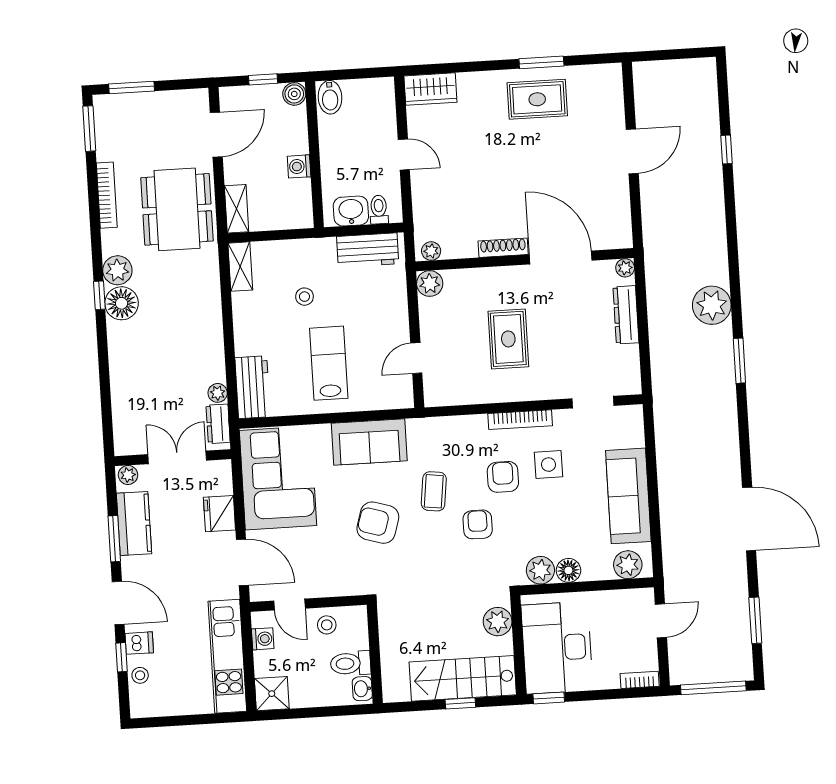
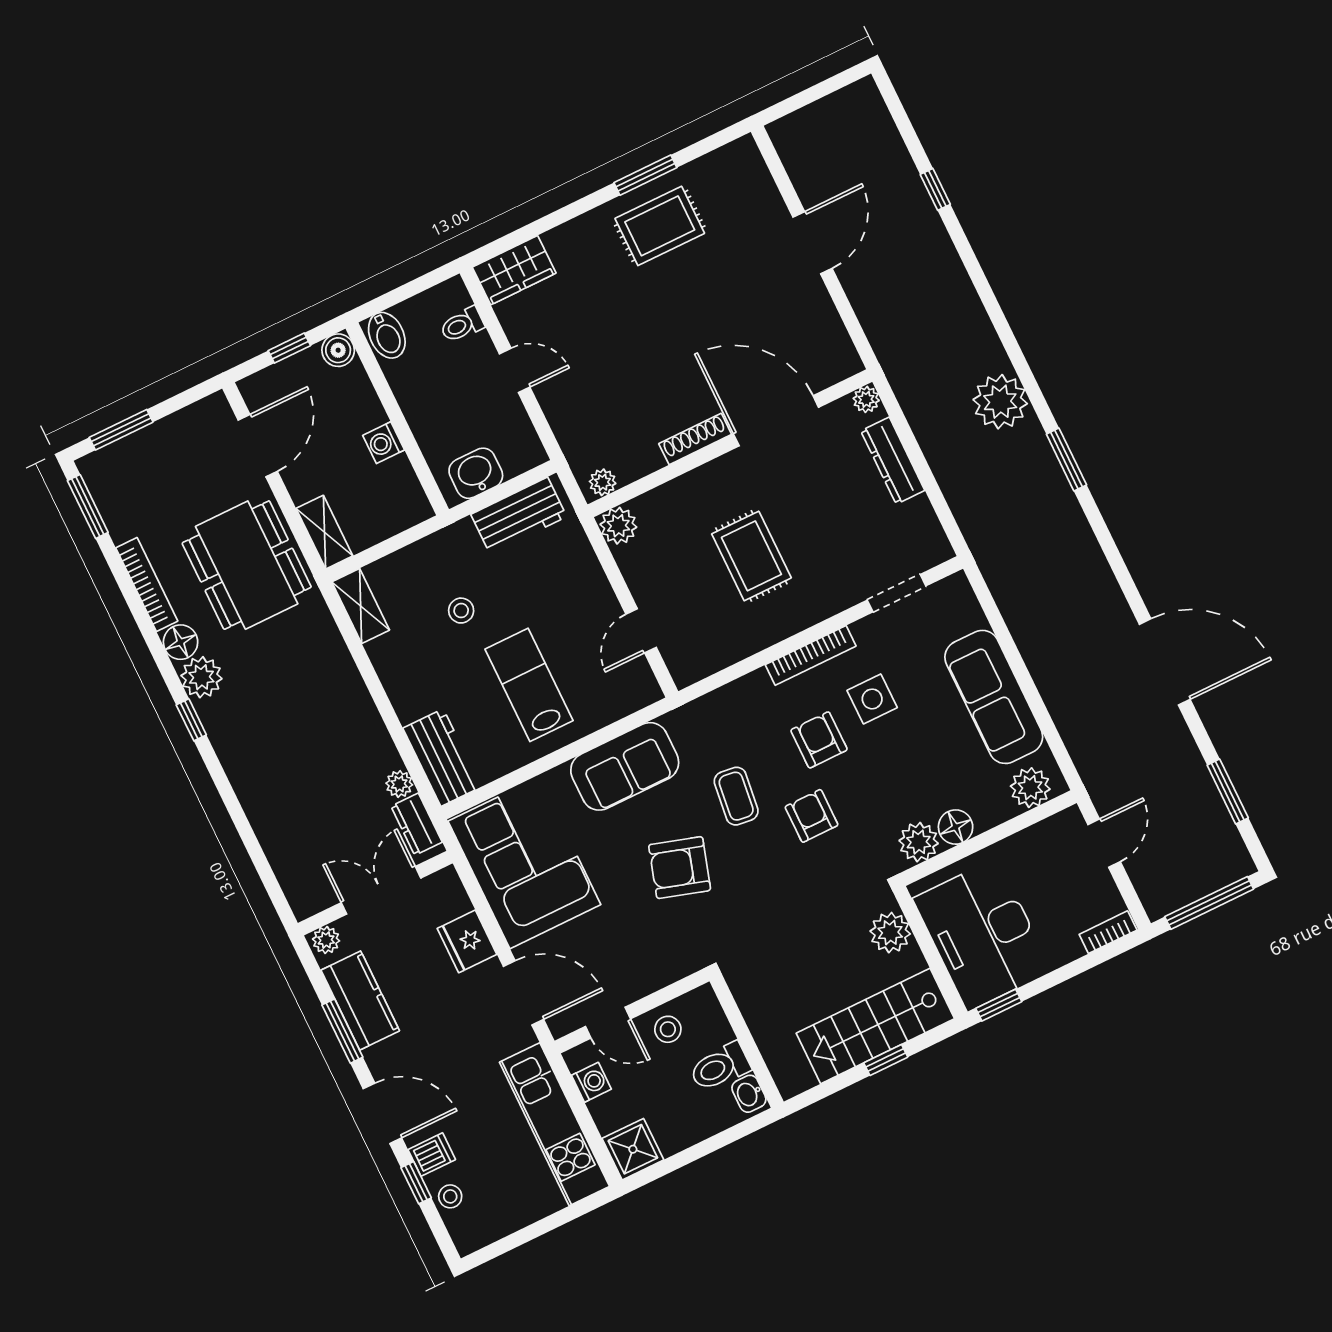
toilet: (379, 210) -> (462, 325), moved, turned -90
floor lamp: (122, 303) -> (181, 642), moved, width x0.73, depth x0.73

